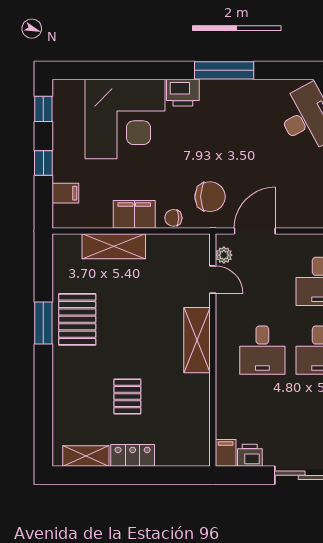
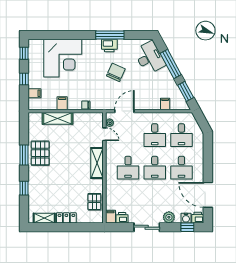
printer: (183, 93) -> (109, 46), moved
chair: (210, 197) -> (116, 72), moved, turned -66
filing cabinet: (134, 214) -> (62, 103), width x0.50
window: (43, 393) -> (24, 188), added
pallet: (127, 397) -> (94, 202), moved

